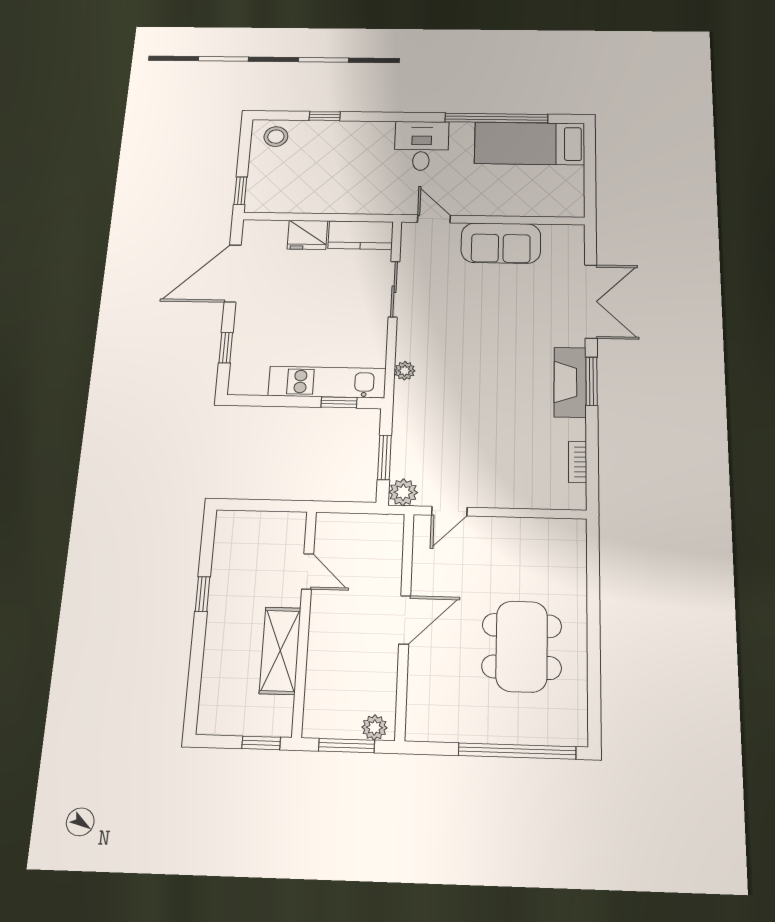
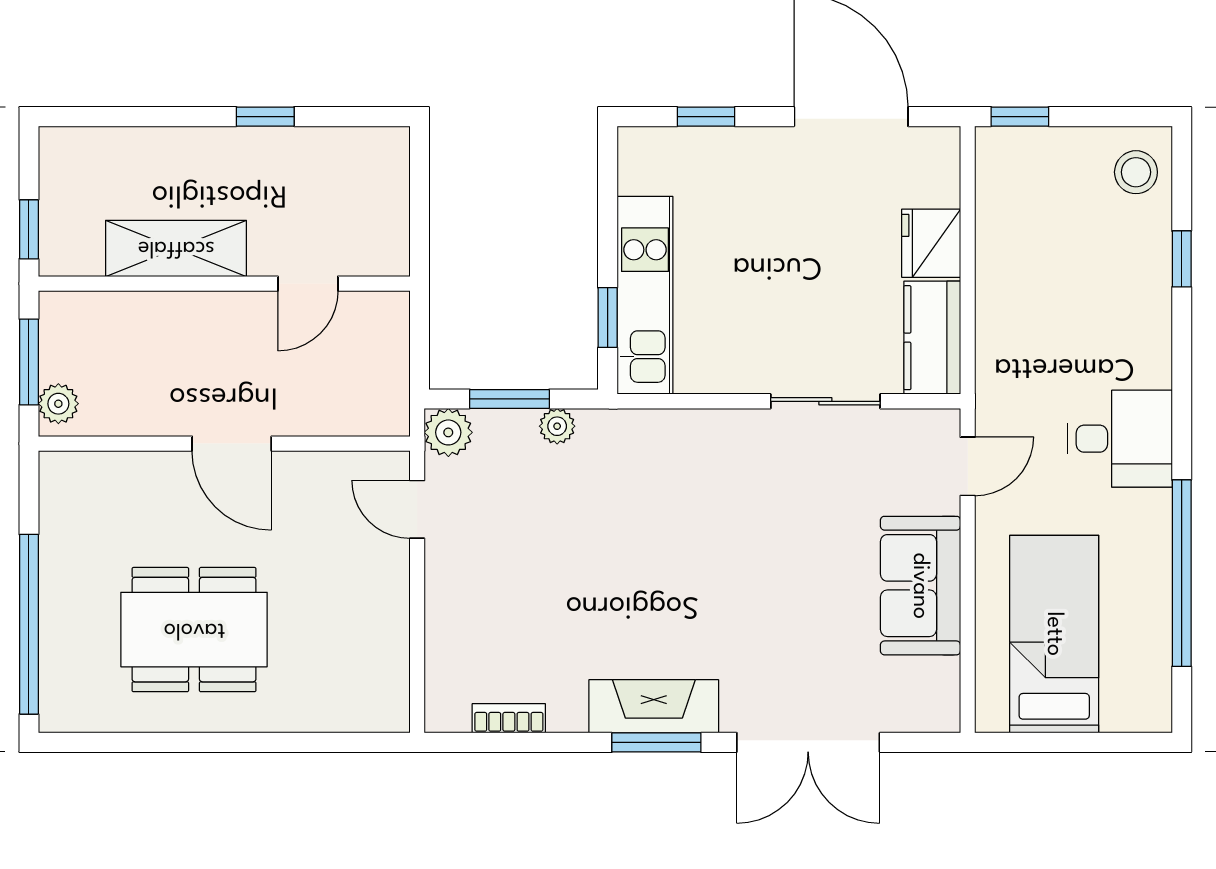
bed: (530, 143) -> (1054, 634), moved
plant: (405, 371) -> (557, 426), moved

